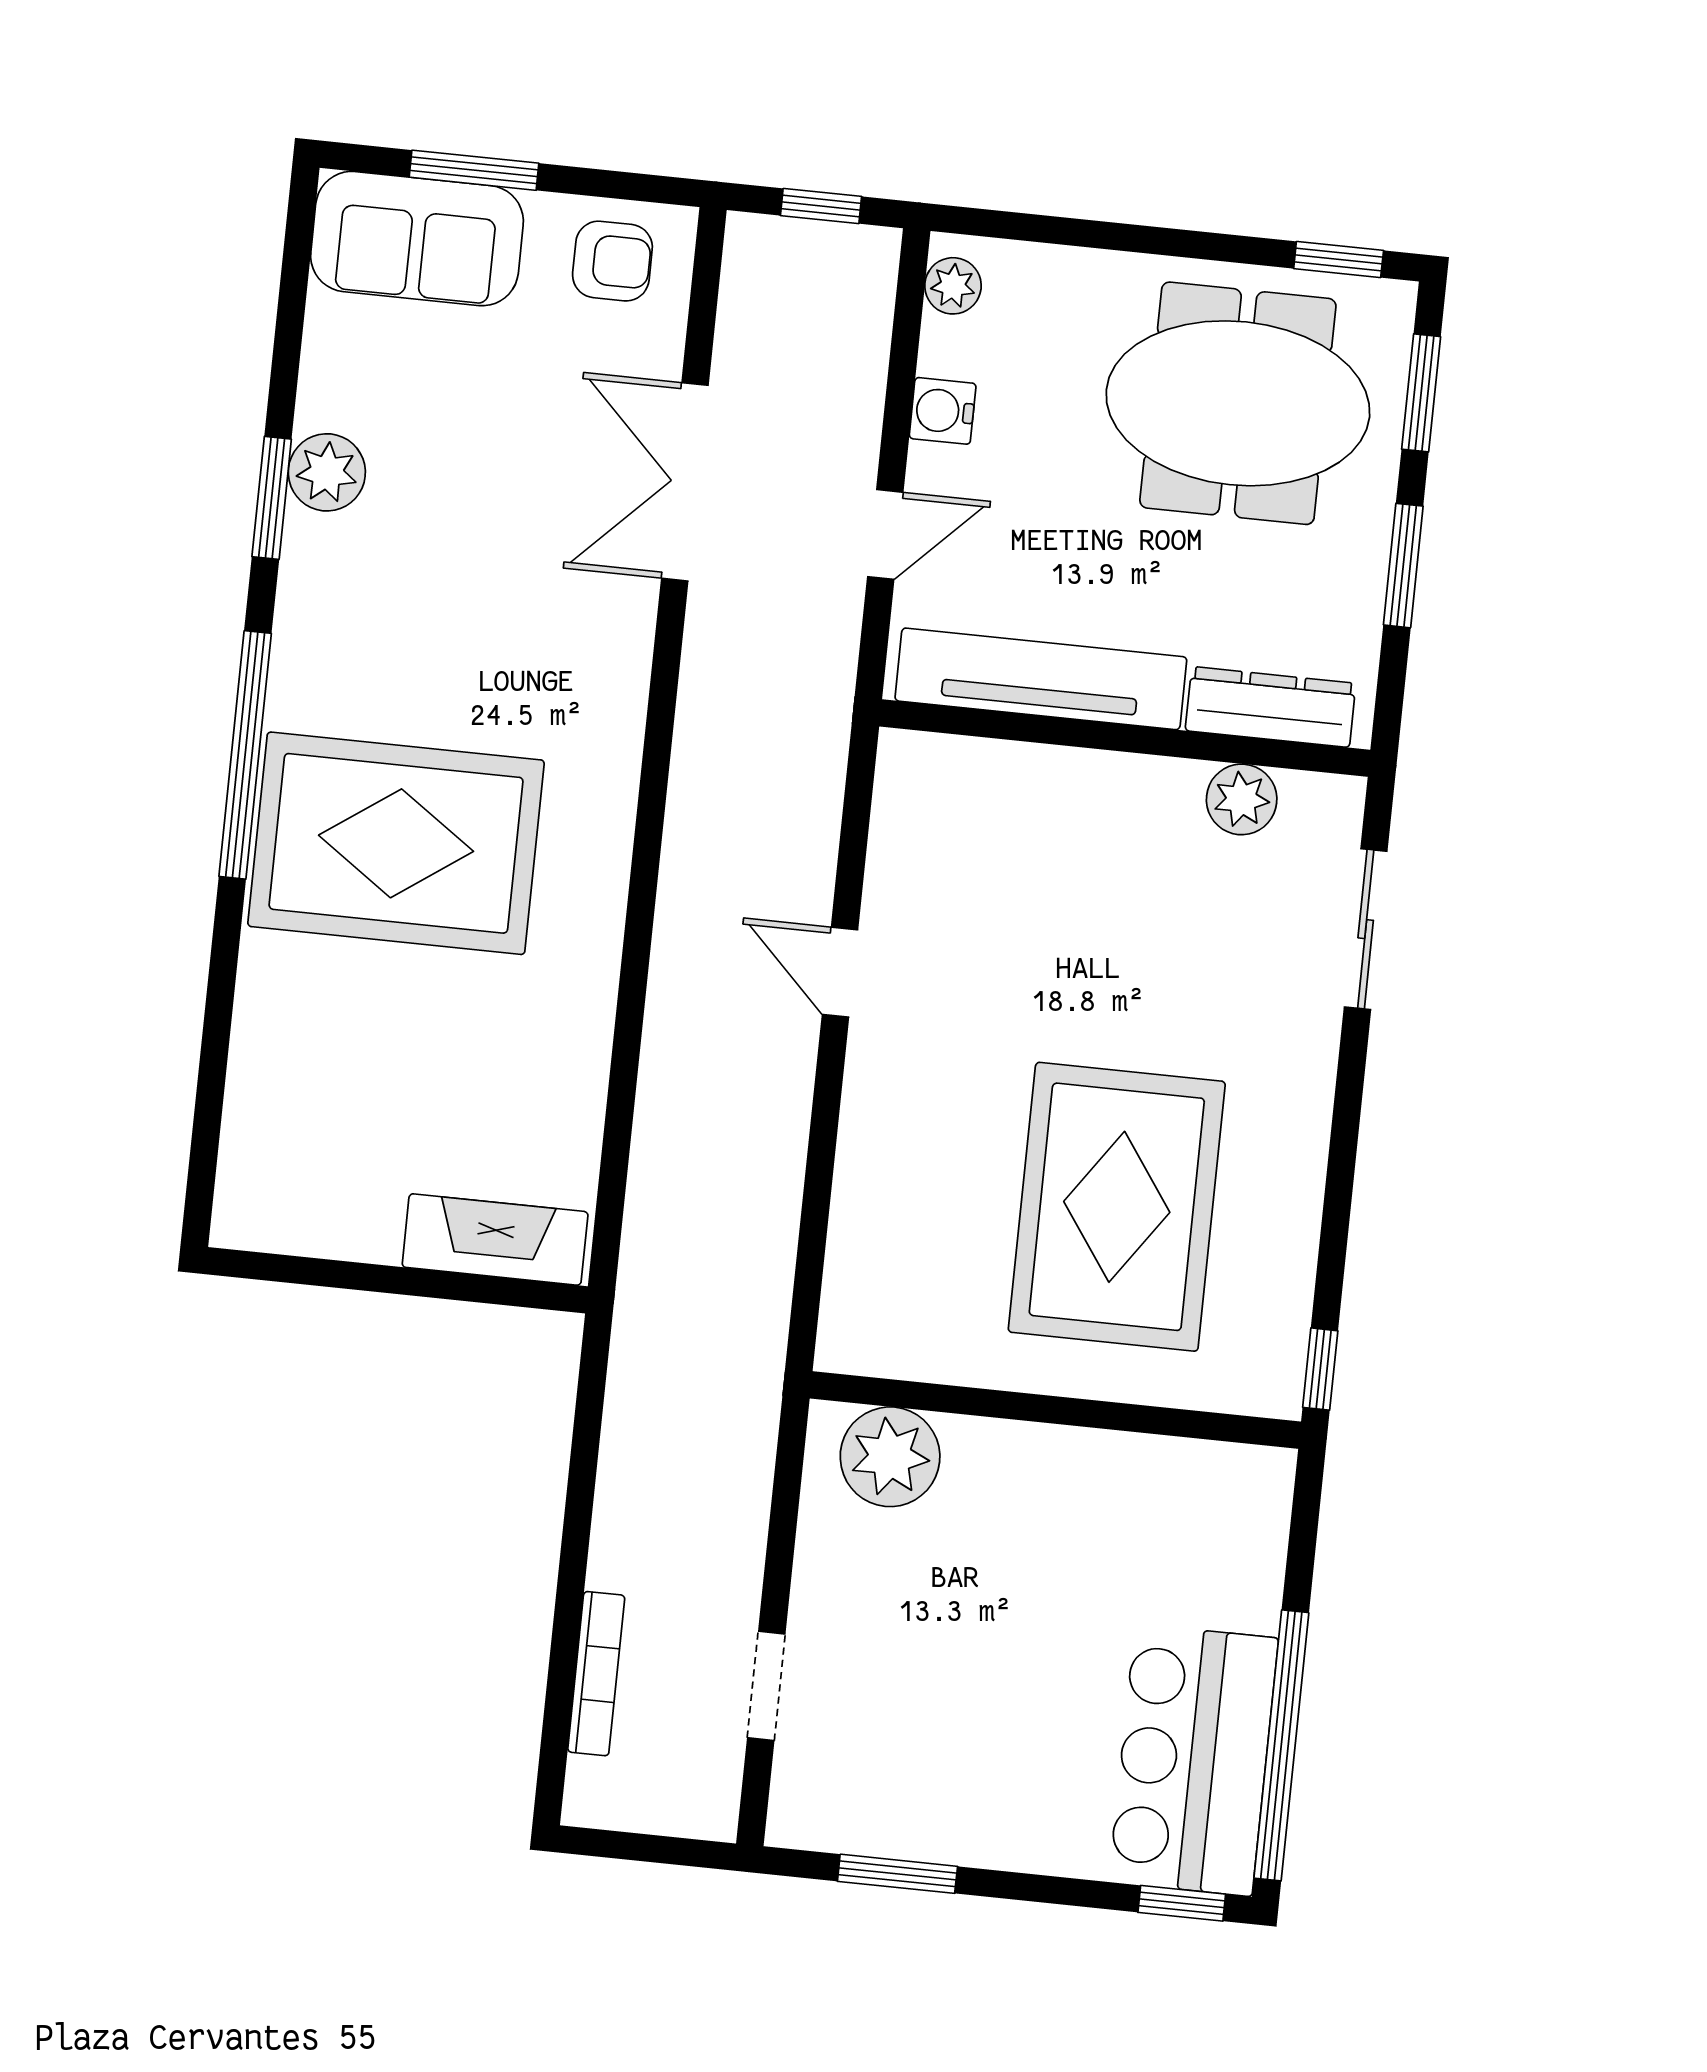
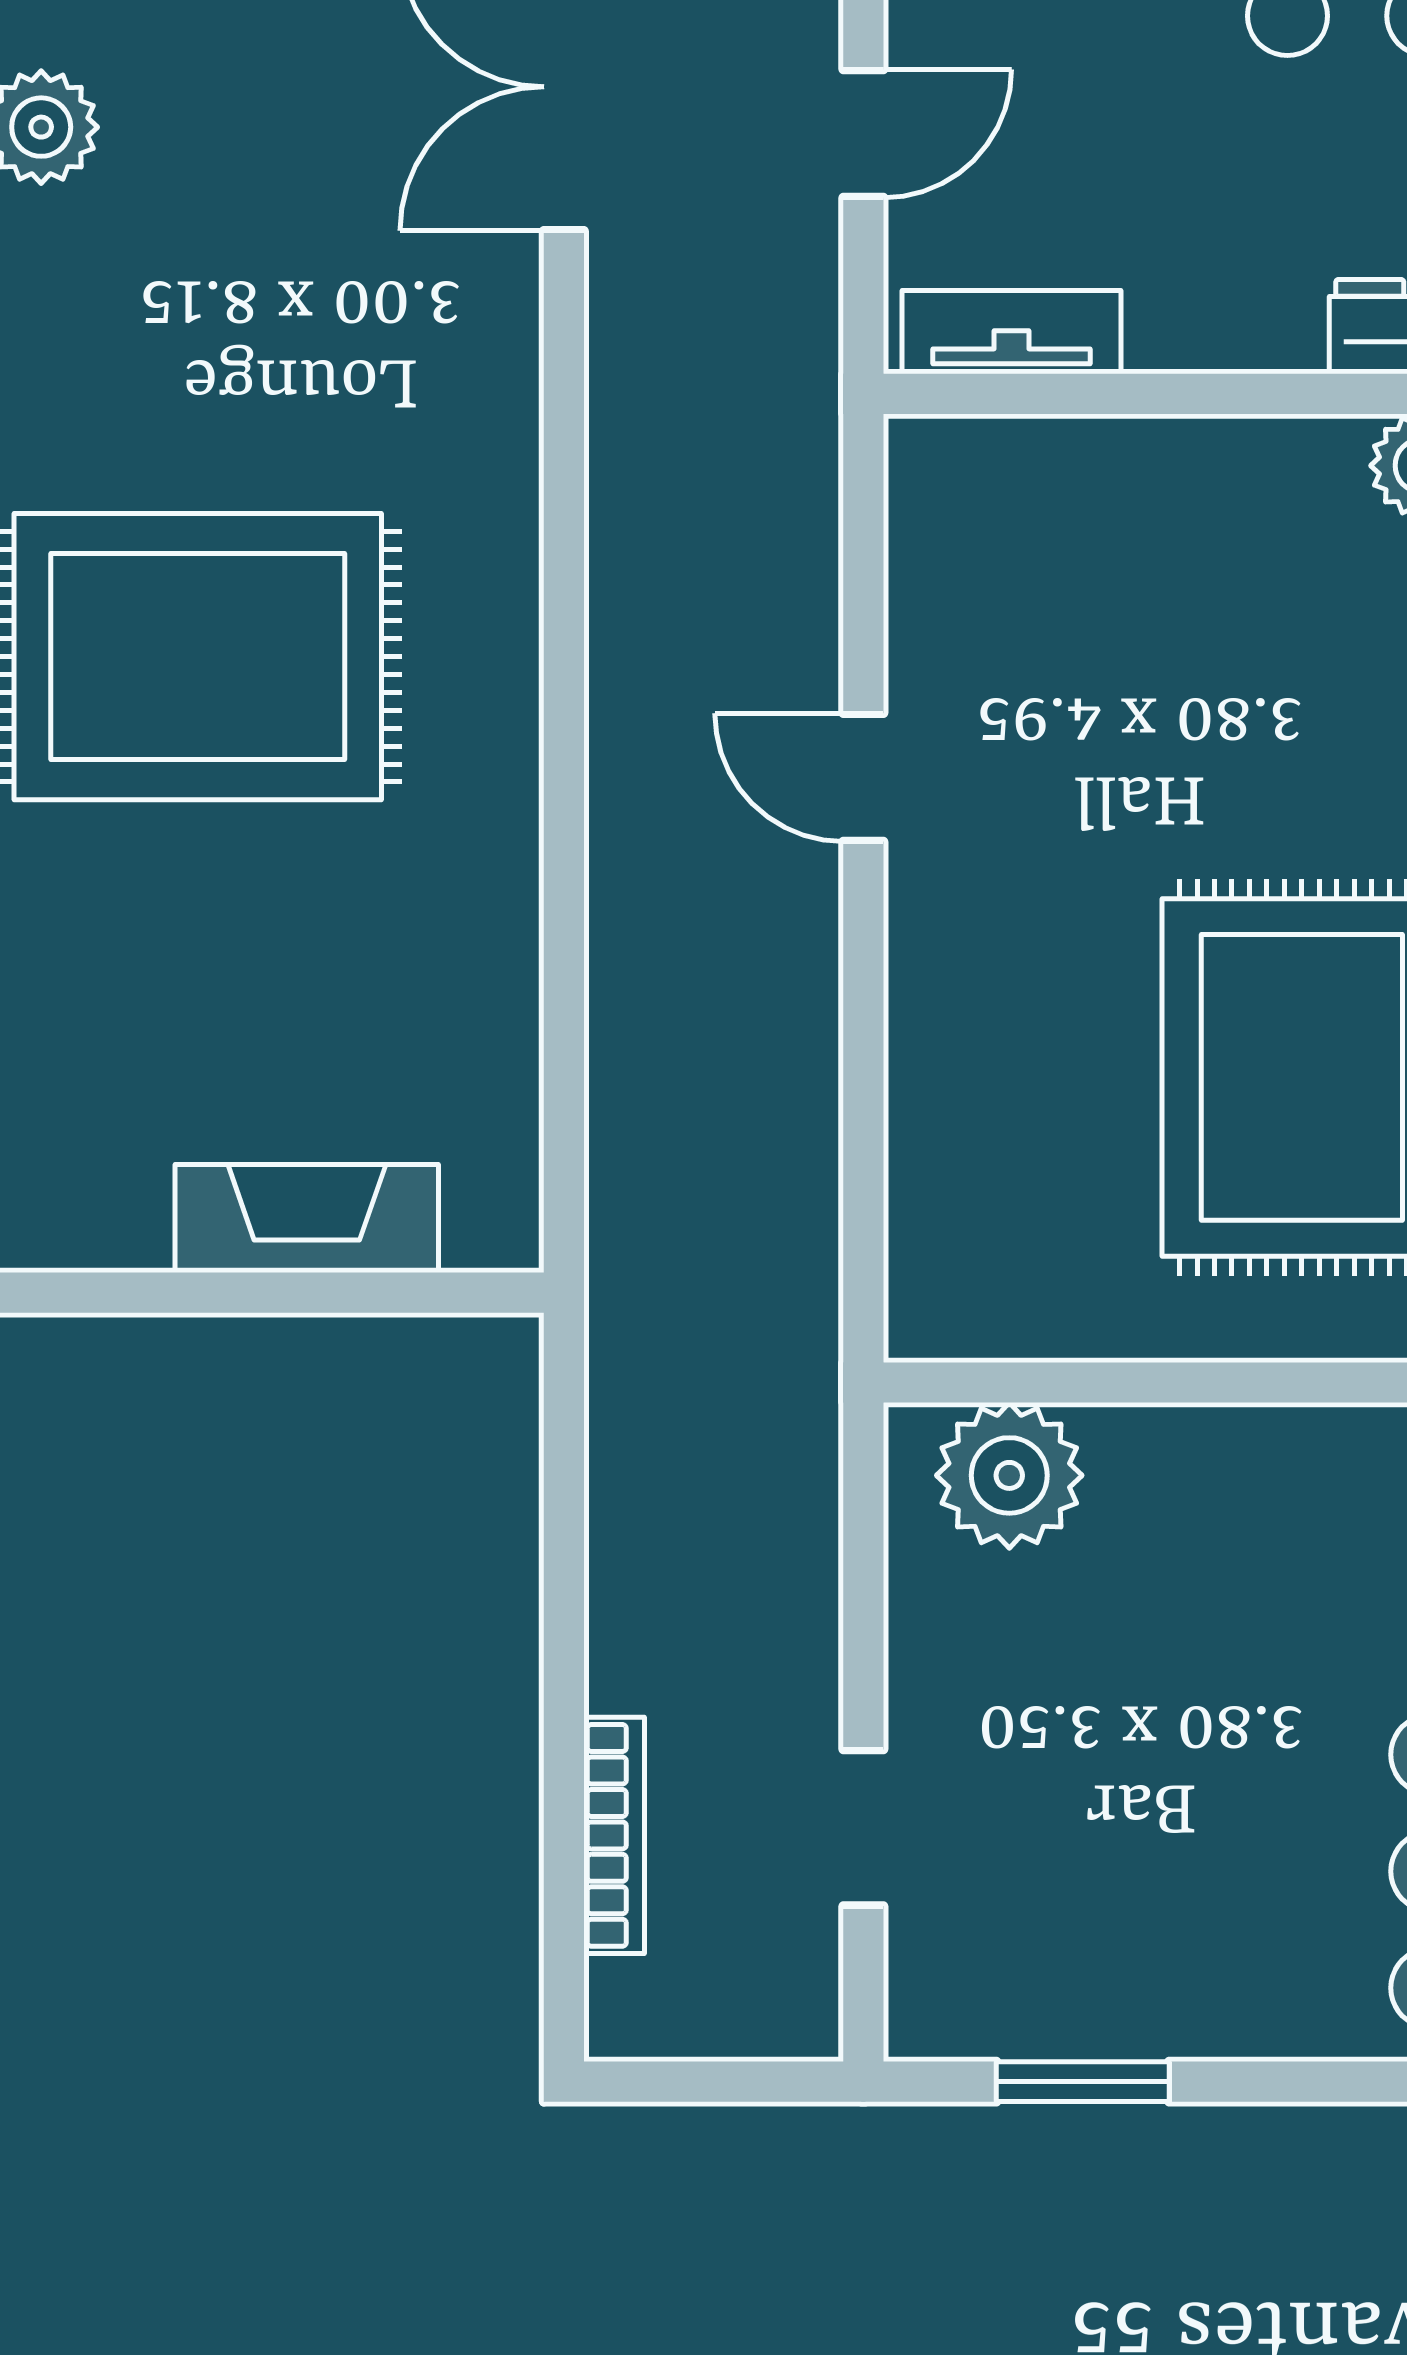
tv unit: (1041, 679) -> (1011, 332), width x0.52, depth x0.78
fireplace: (495, 1239) -> (307, 1219), moved

